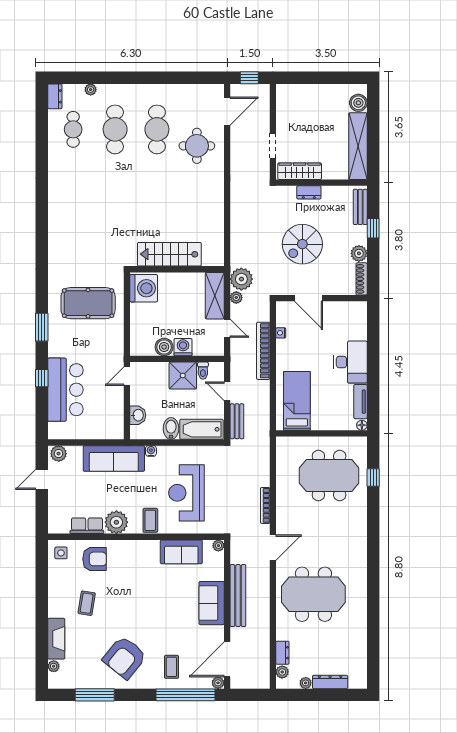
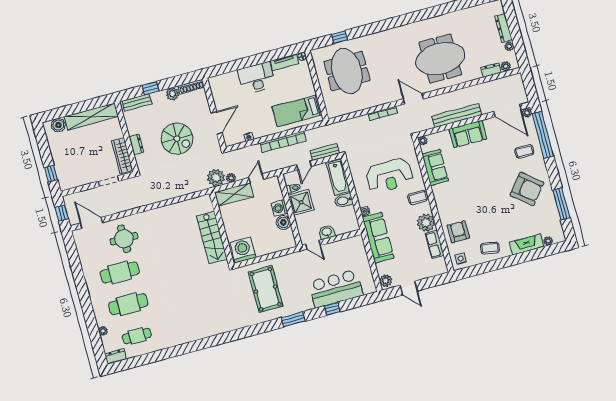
window: (301, 78) -> (51, 174), added
bookcase: (263, 351) -> (283, 142), moved
washbasin: (138, 415) -> (327, 232), moved
meeting table: (313, 594) -> (440, 59), turned 90
coffee table: (87, 603) -> (490, 248), moved

